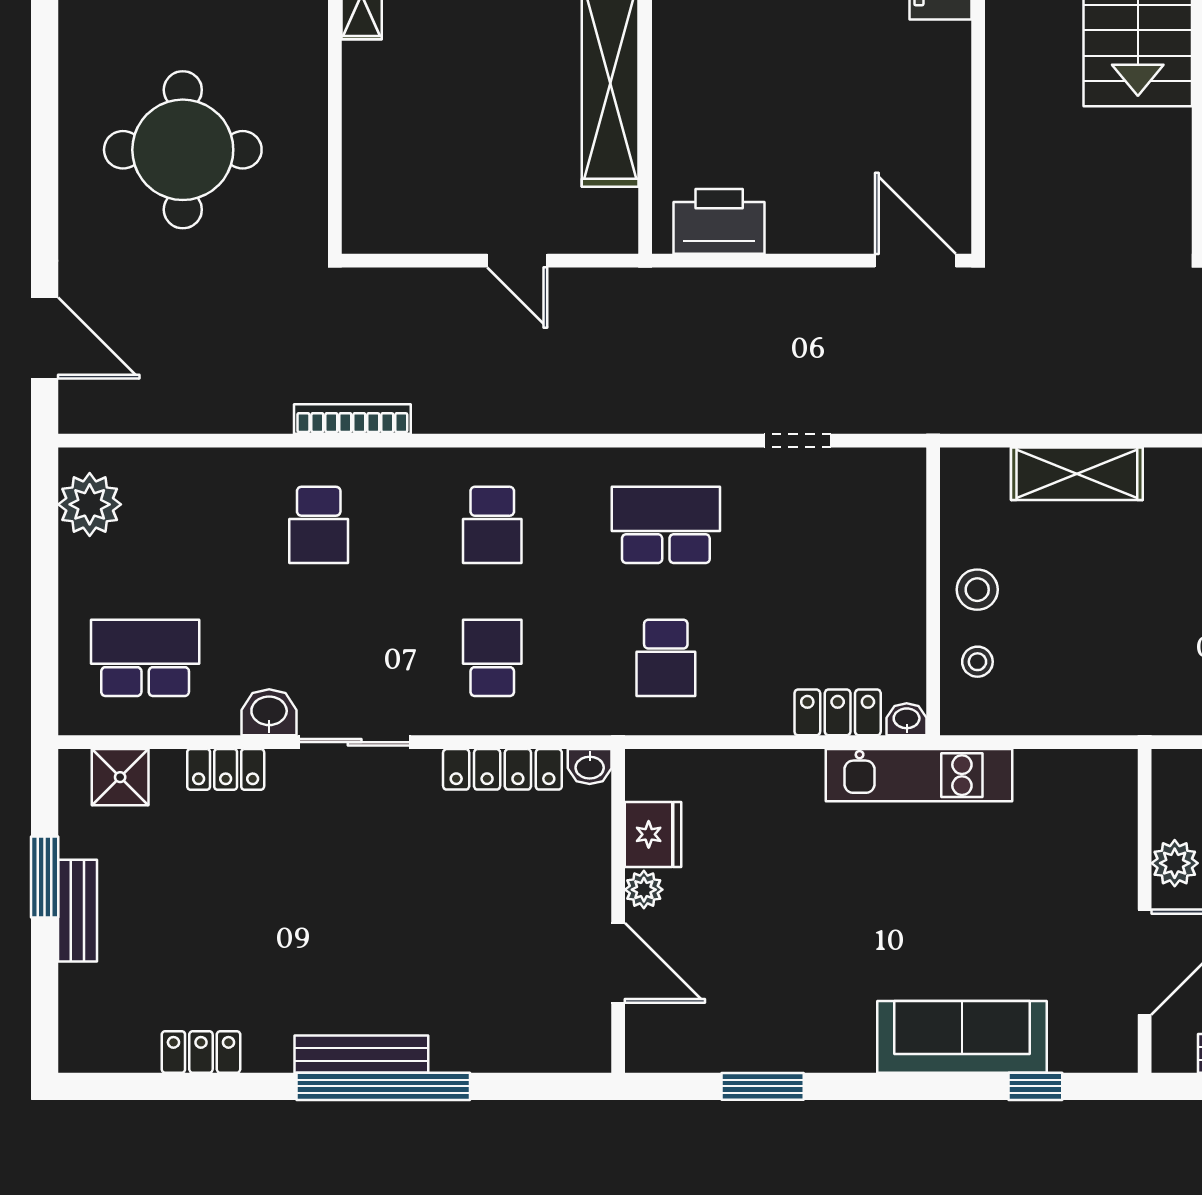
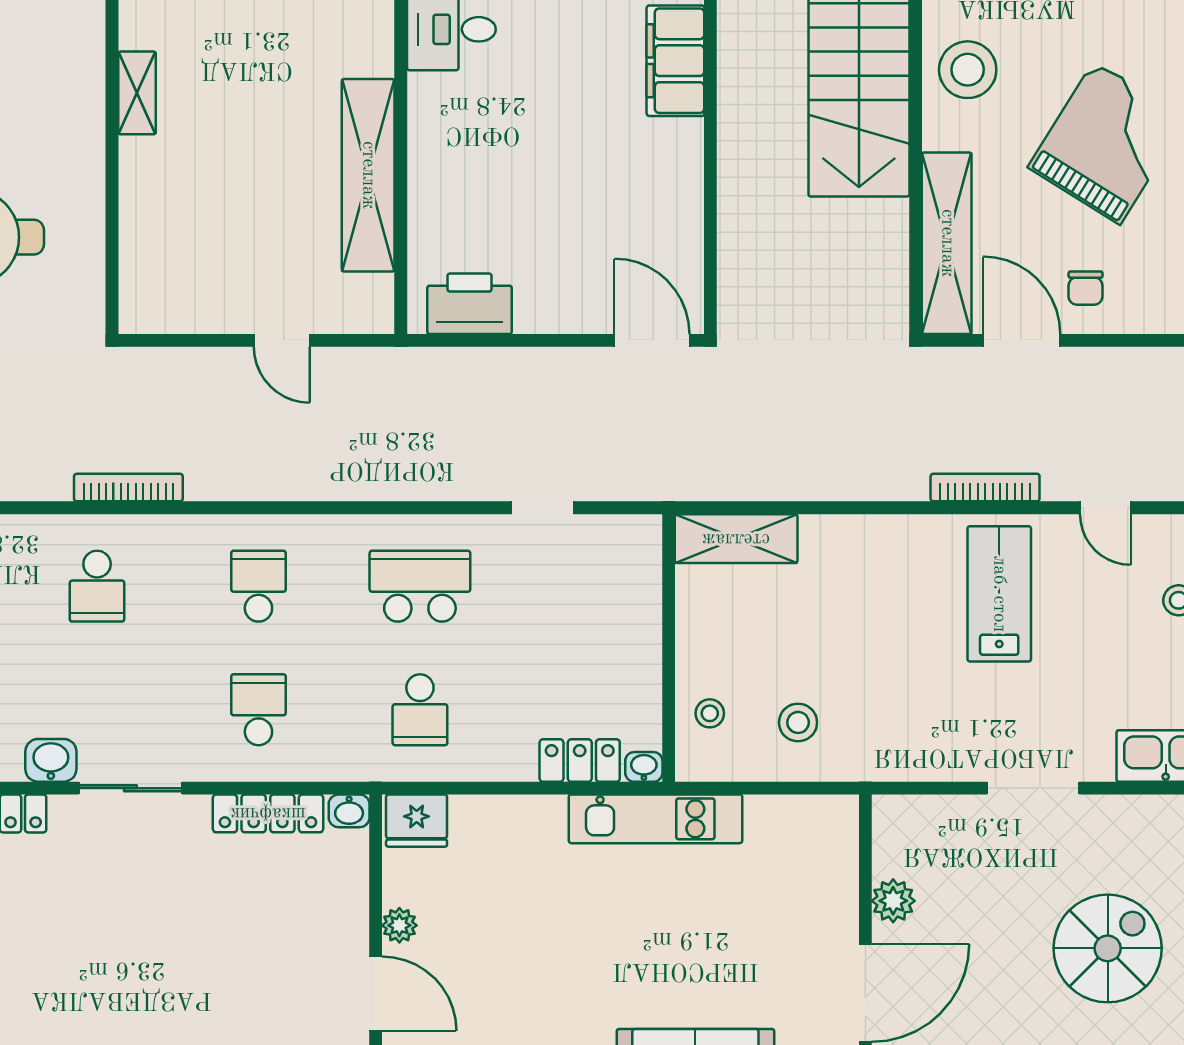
shelving: (1077, 474) -> (736, 539), moved
school desk: (492, 525) -> (258, 586), turned 180
stool: (977, 590) -> (798, 722), moved
fridge: (653, 834) -> (417, 821), moved, turned 90

